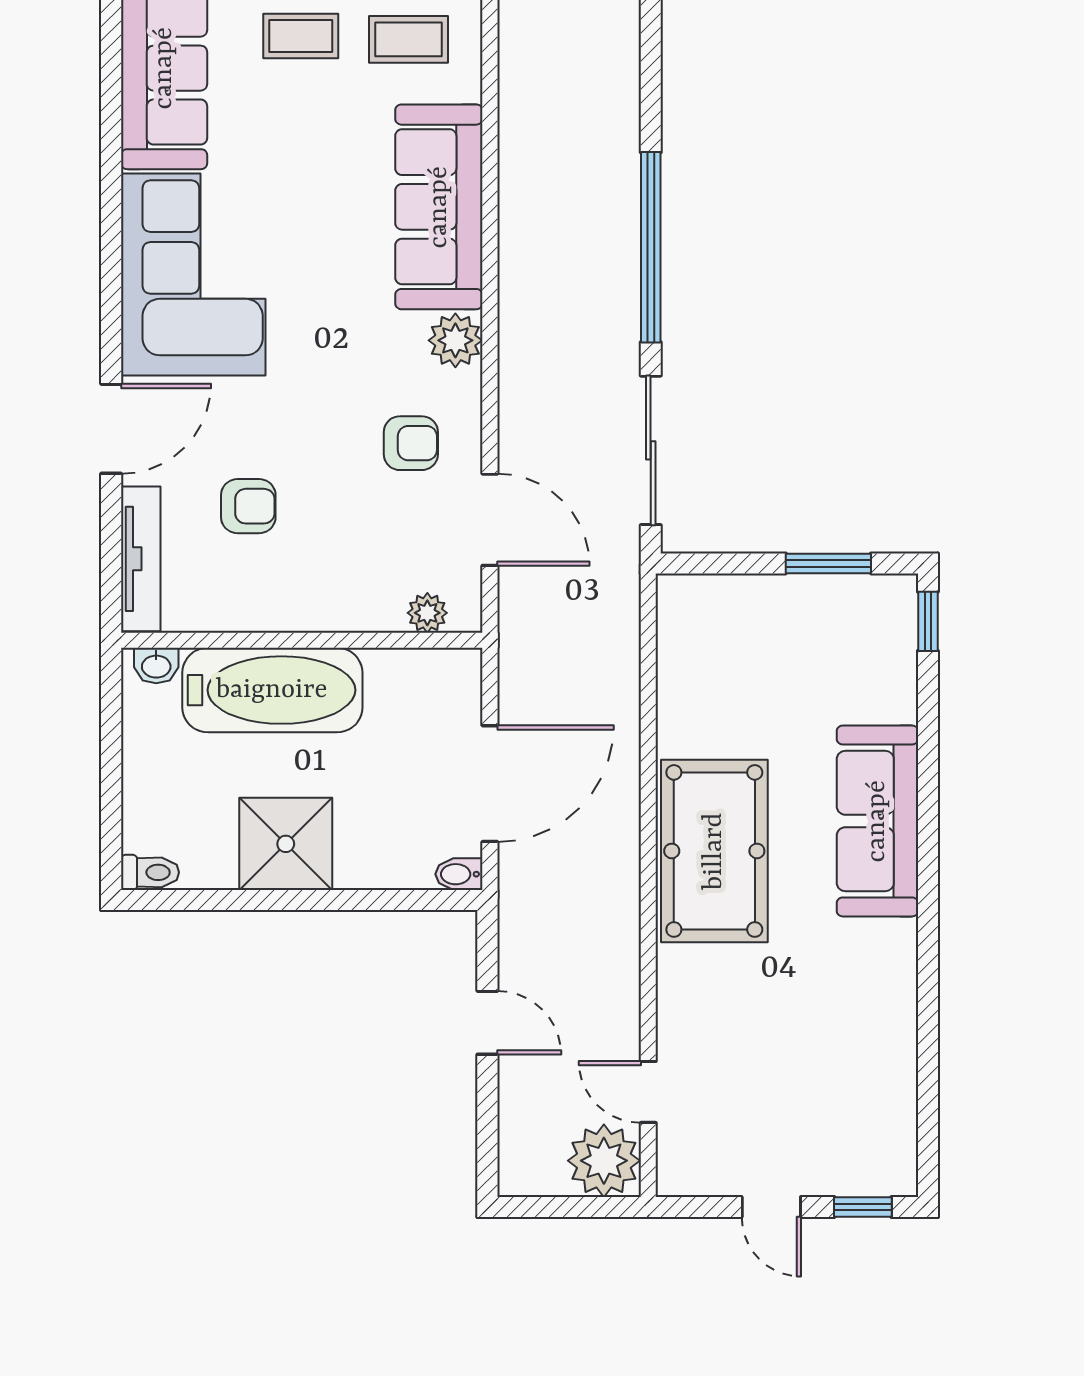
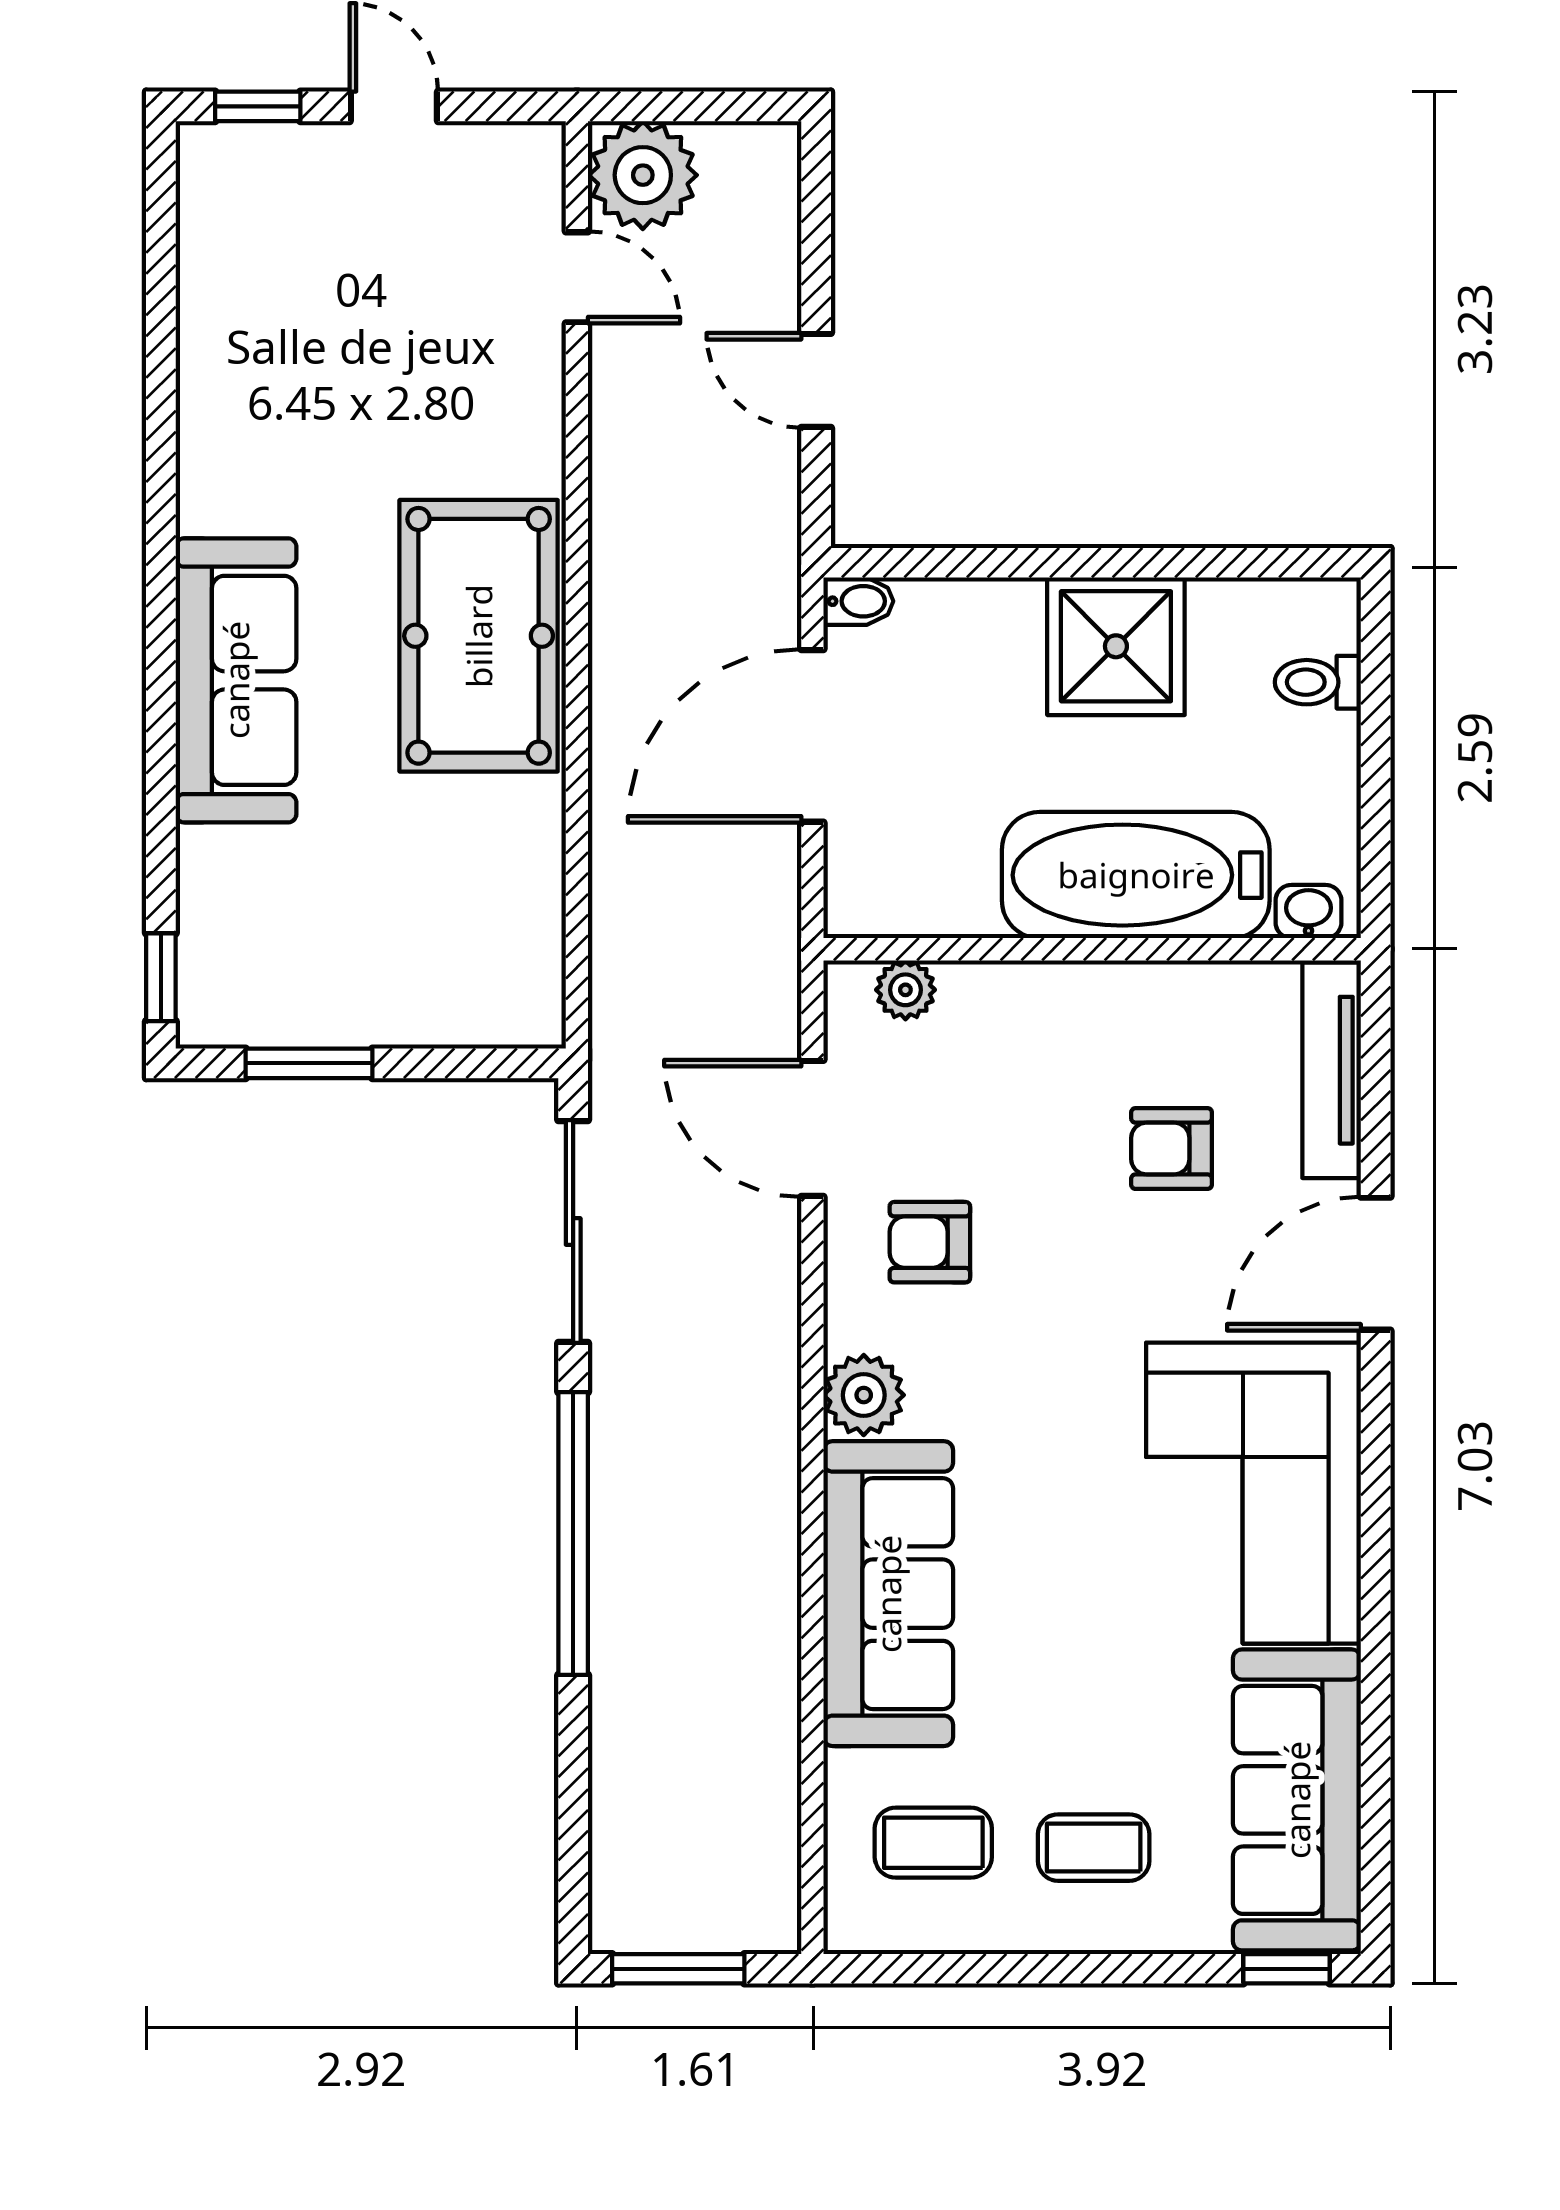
toilet: (150, 872) -> (1318, 682), moved

